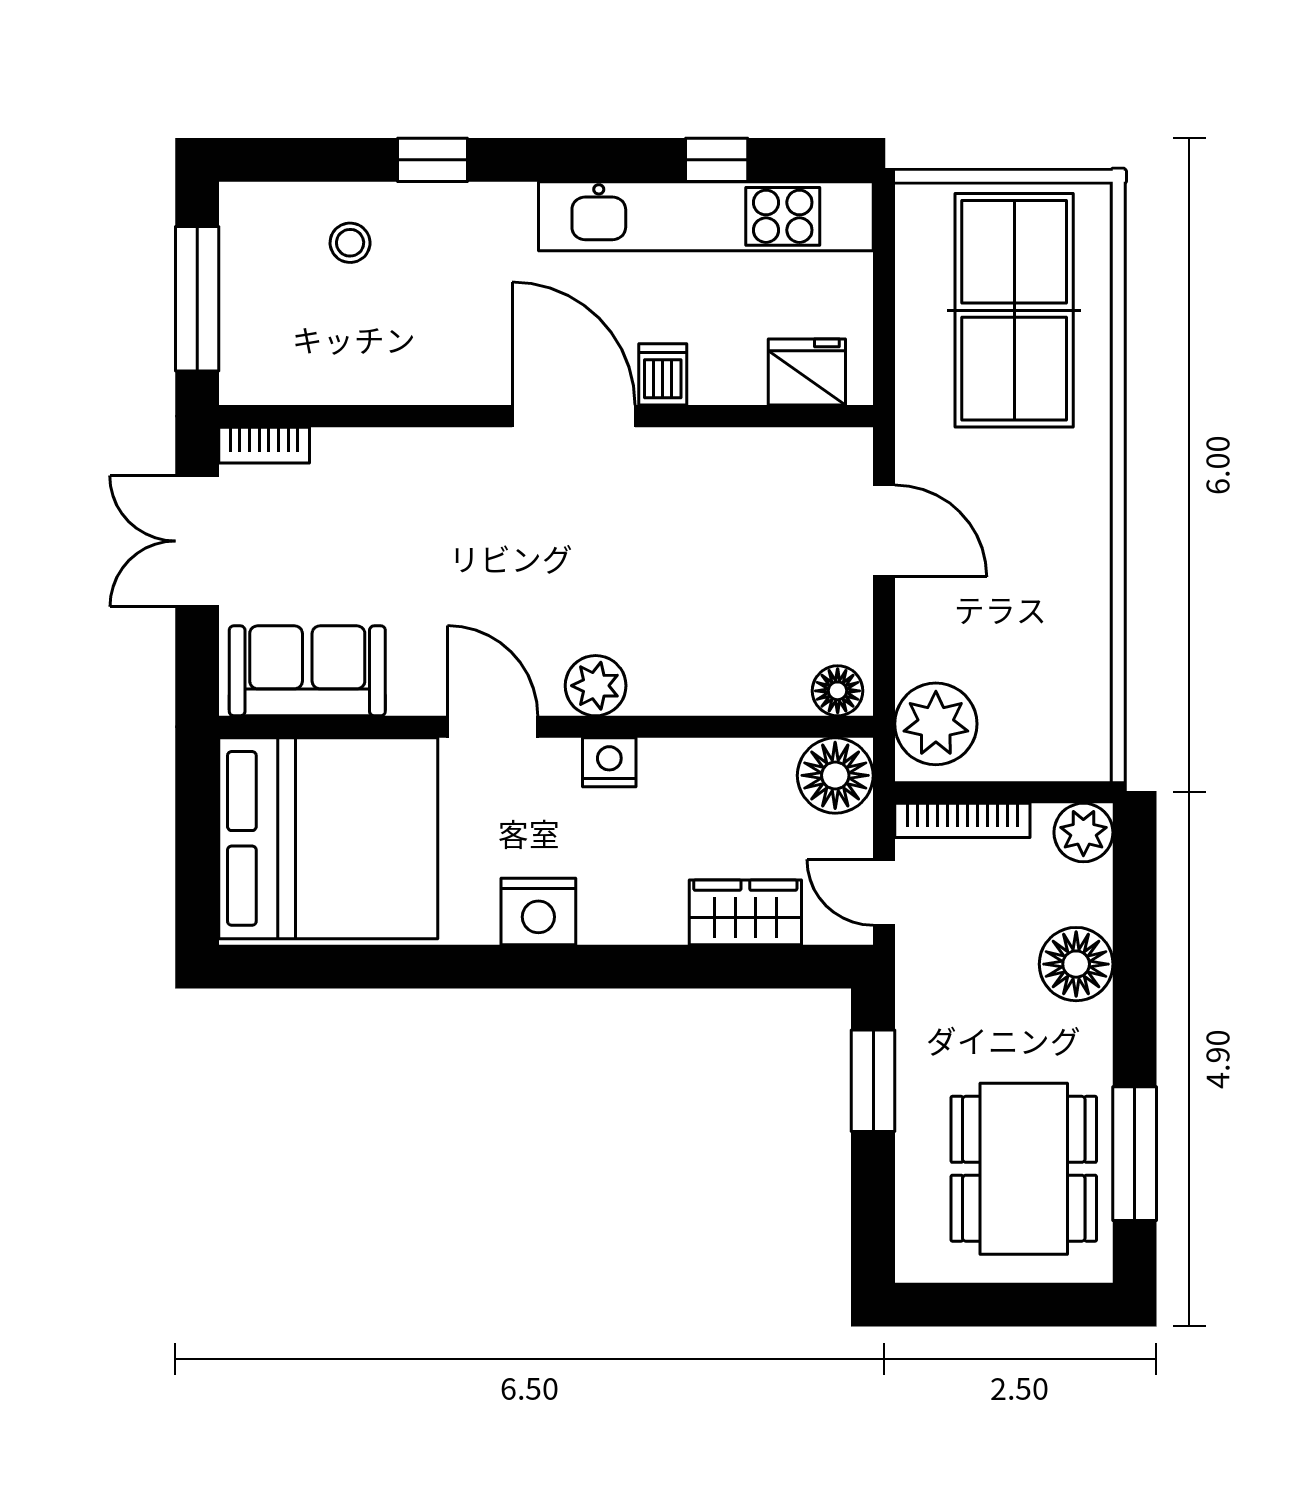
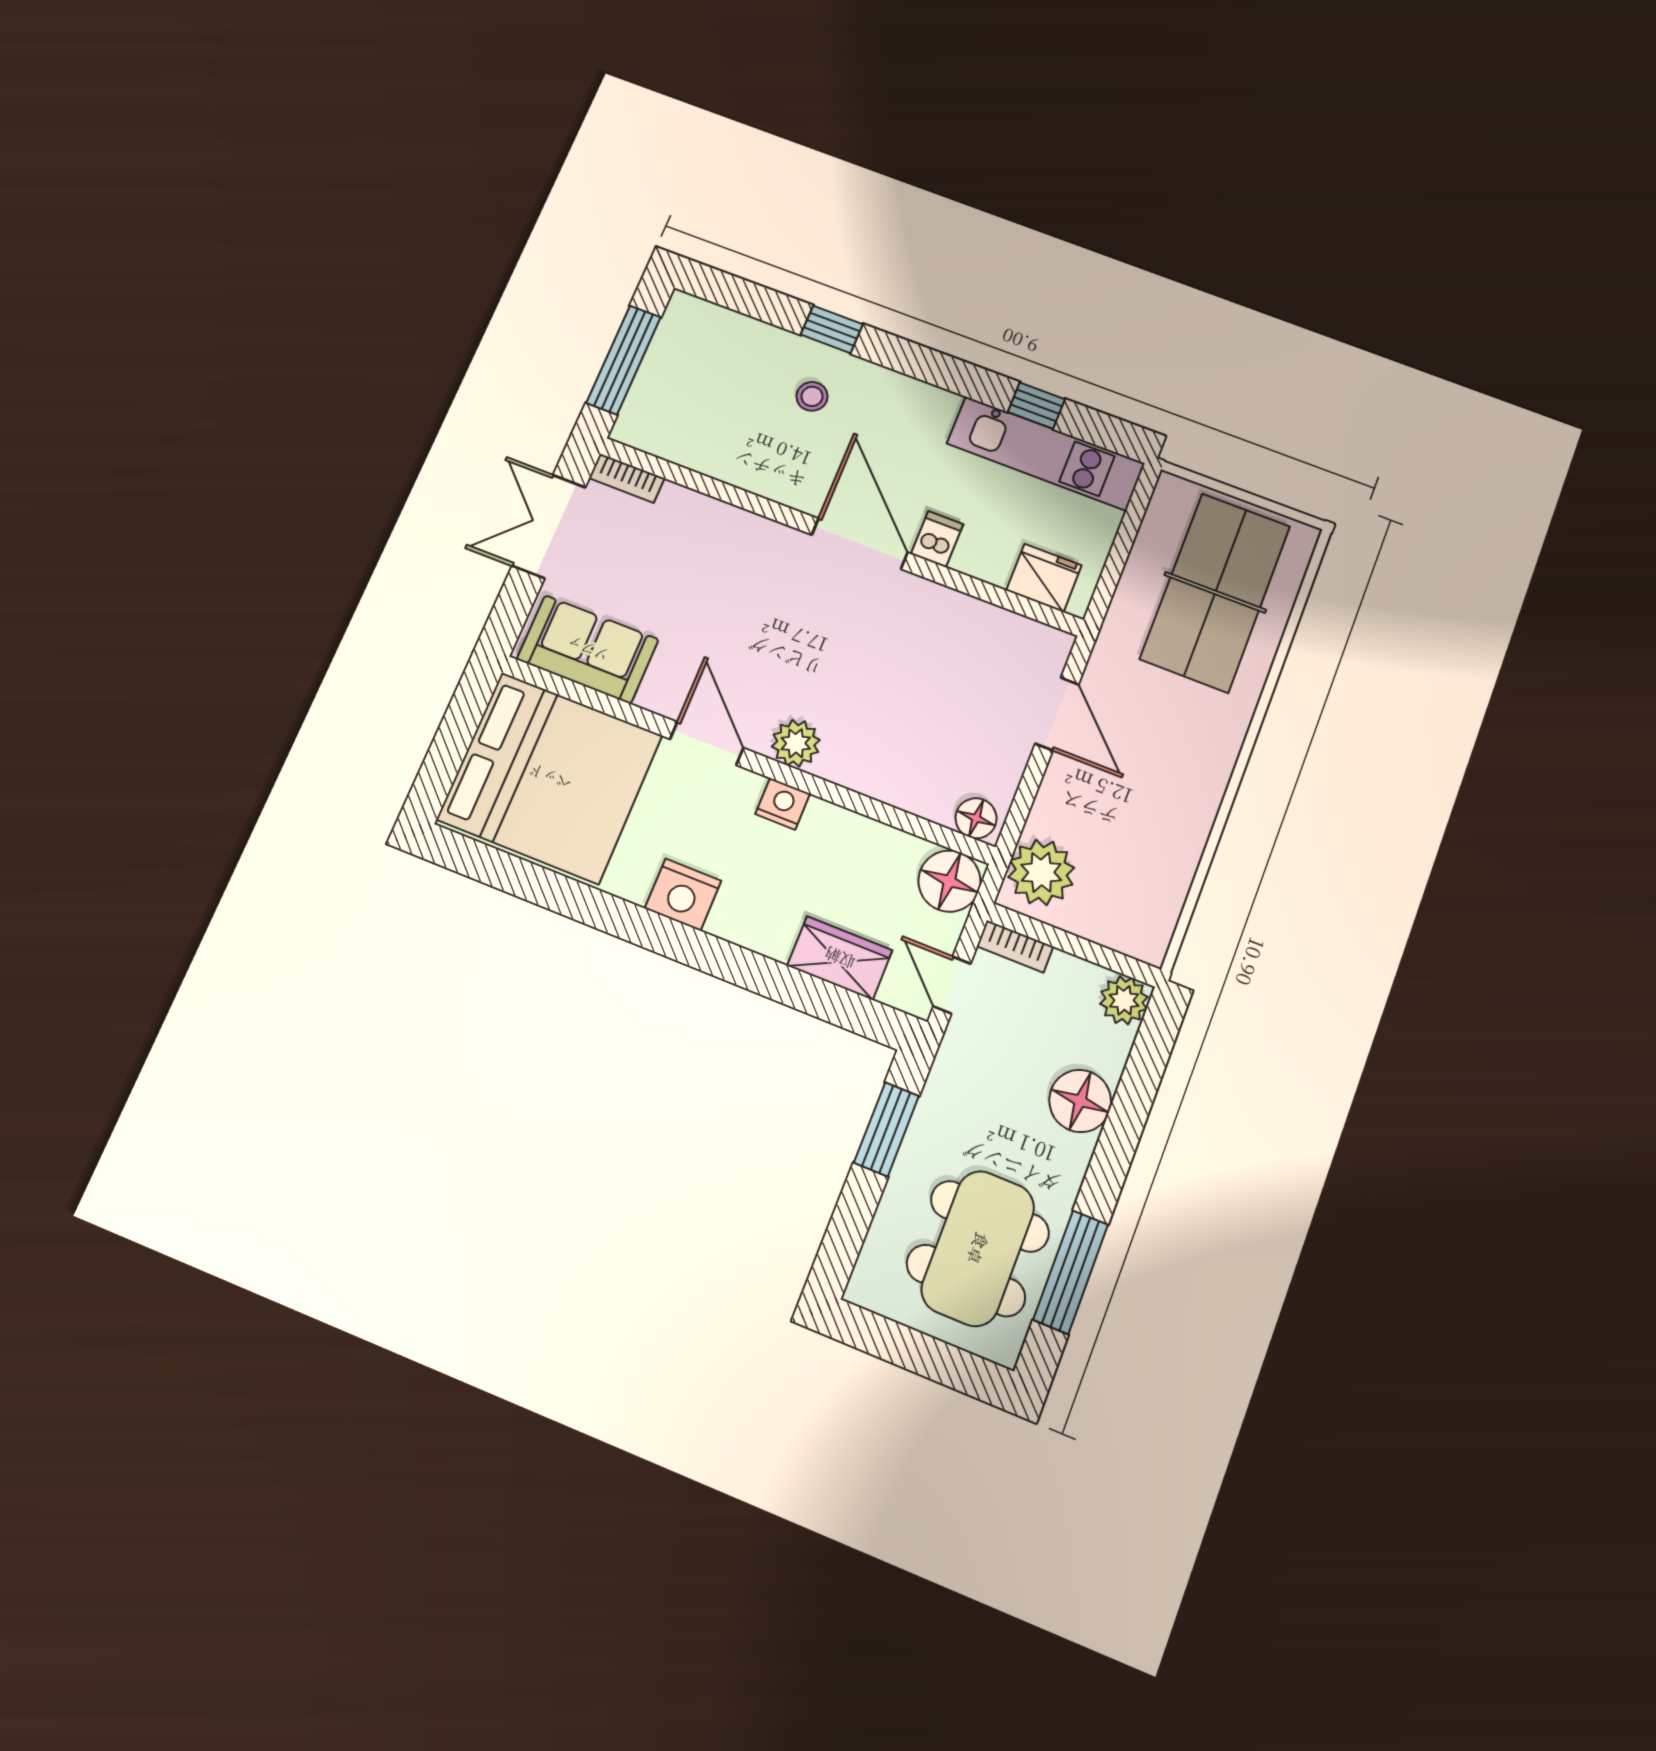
kitchen unit: (706, 216) -> (1046, 453), width x0.73
stool: (350, 243) -> (812, 396), moved
bookcase: (962, 820) -> (1015, 946), width x0.64

